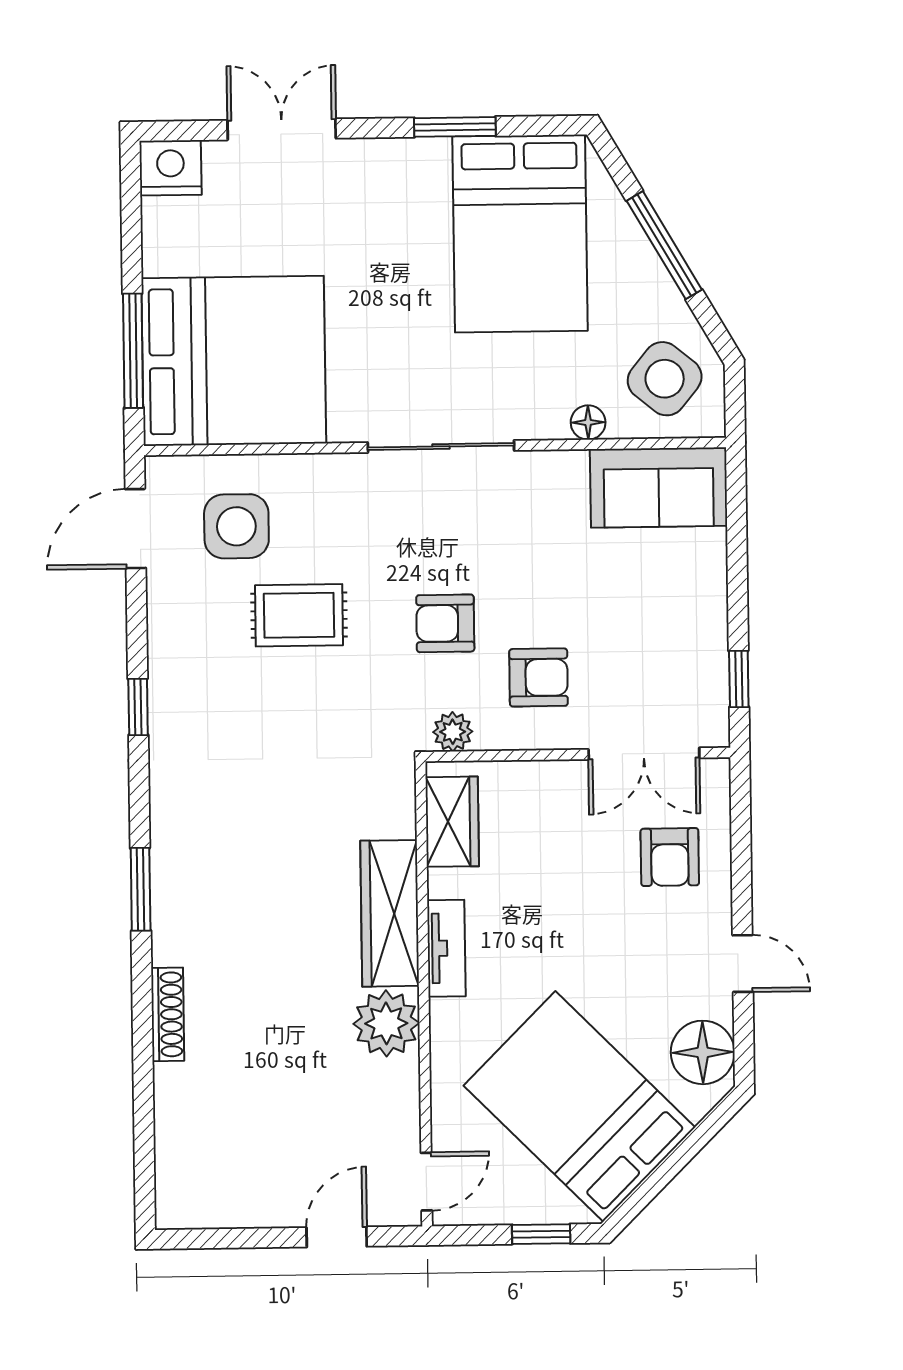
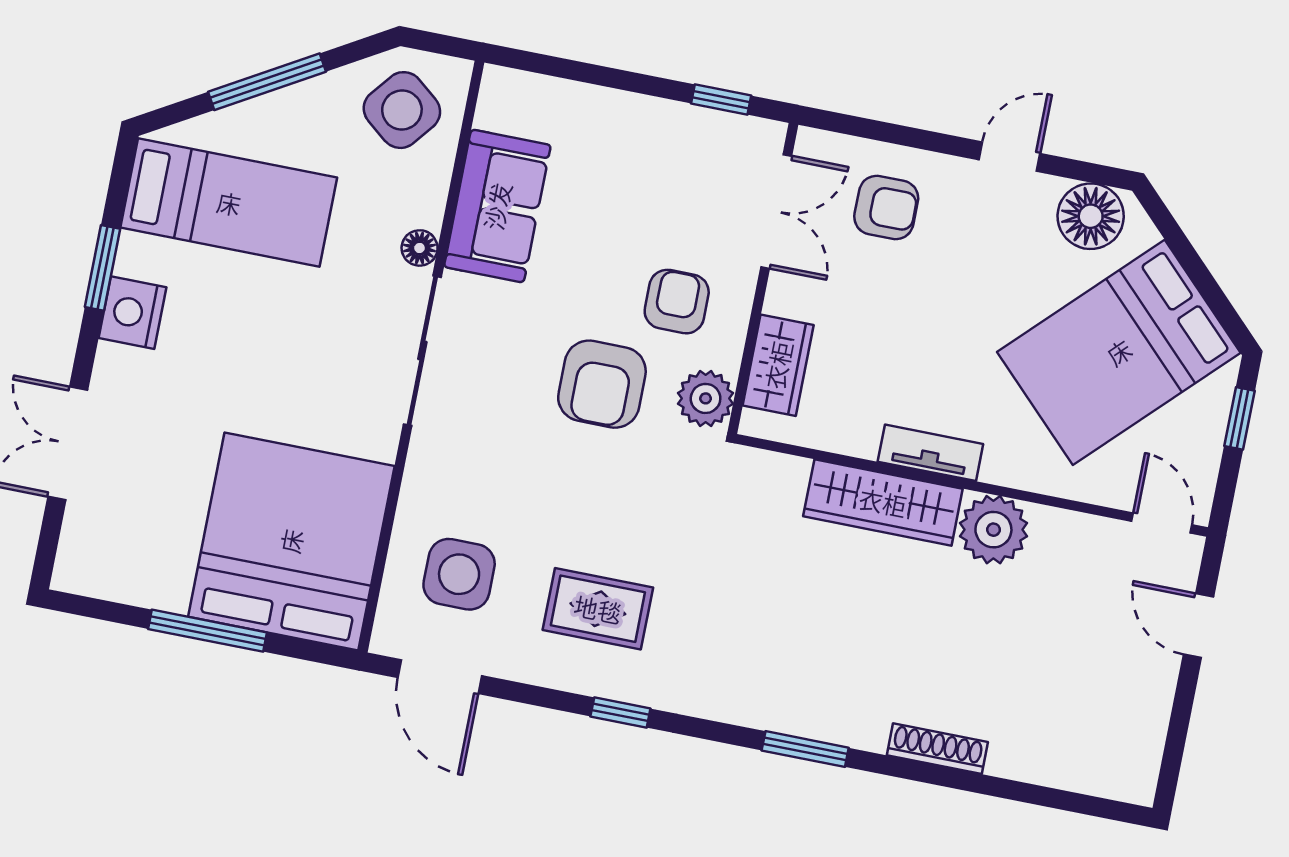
nightstand: (171, 168) -> (133, 313), moved
bed: (520, 234) -> (229, 203), width x0.67
window: (133, 351) -> (208, 631), moved
floor lamp: (588, 422) -> (420, 248), moved
sofa: (659, 488) -> (497, 206), moved
rug: (299, 615) -> (598, 609), moved, turned 90
armchair: (445, 623) -> (602, 384), width x1.38, depth x1.38
plant: (453, 732) -> (706, 398), width x1.38, depth x1.38
wardrobe: (452, 822) -> (778, 365), moved, turned 90

